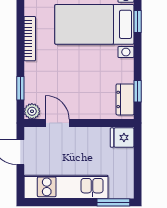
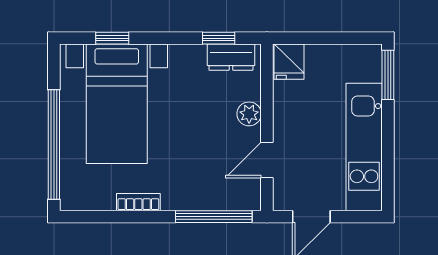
bookcase: (30, 39) -> (138, 202), width x0.64
window: (20, 88) -> (214, 217), width x2.17
plant: (32, 111) -> (249, 114), moved

